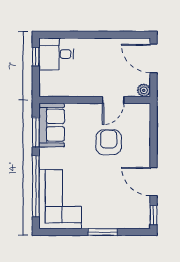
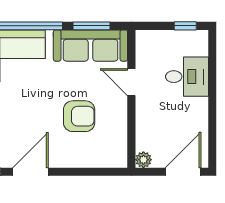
desk: (56, 54) -> (187, 77), moved, turned 90
door: (113, 100) -> (131, 82), moved
sofa: (52, 125) -> (90, 46), width x1.36

